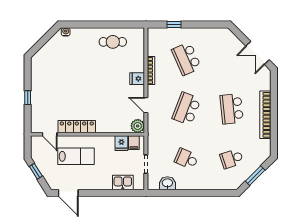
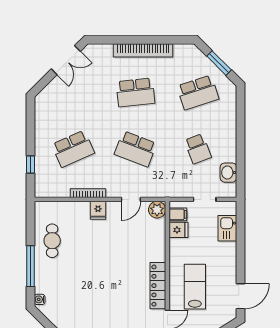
window: (92, 25) -> (30, 266), added
school desk: (186, 159) -> (198, 149), turned -45
school desk: (232, 159) -> (198, 92), width x1.85

